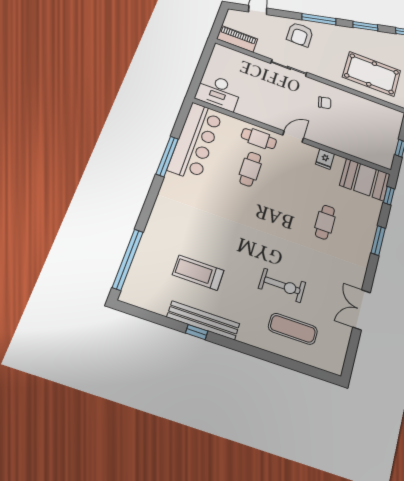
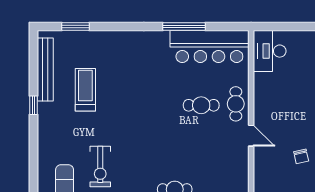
fridge: (325, 159) -> (240, 173), removed
window: (128, 259) -> (75, 27), width x0.47
bench: (203, 320) -> (45, 70), moved

